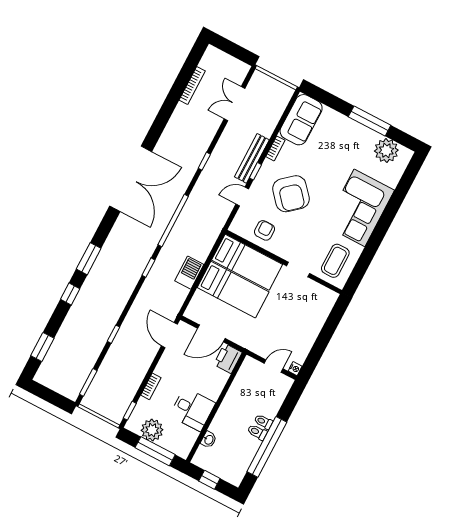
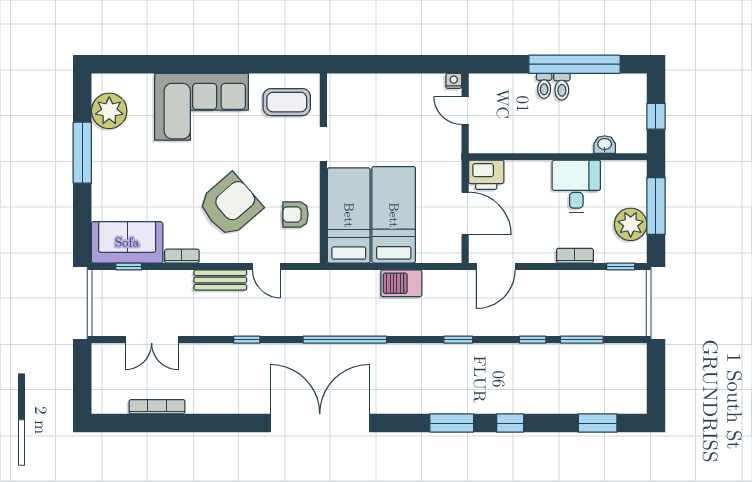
bench: (252, 158) -> (220, 280), width x0.73
window: (255, 171) -> (129, 266), moved
window: (148, 268) -> (458, 340), moved
window: (88, 382) -> (582, 340), moved

